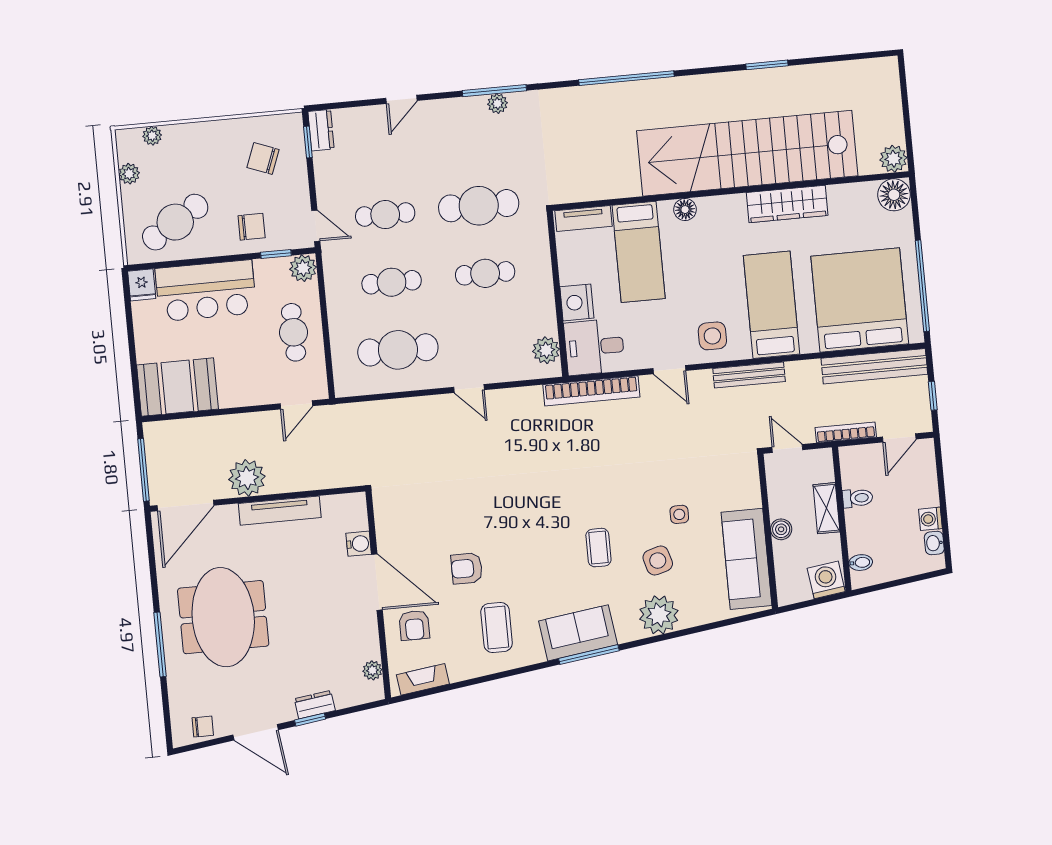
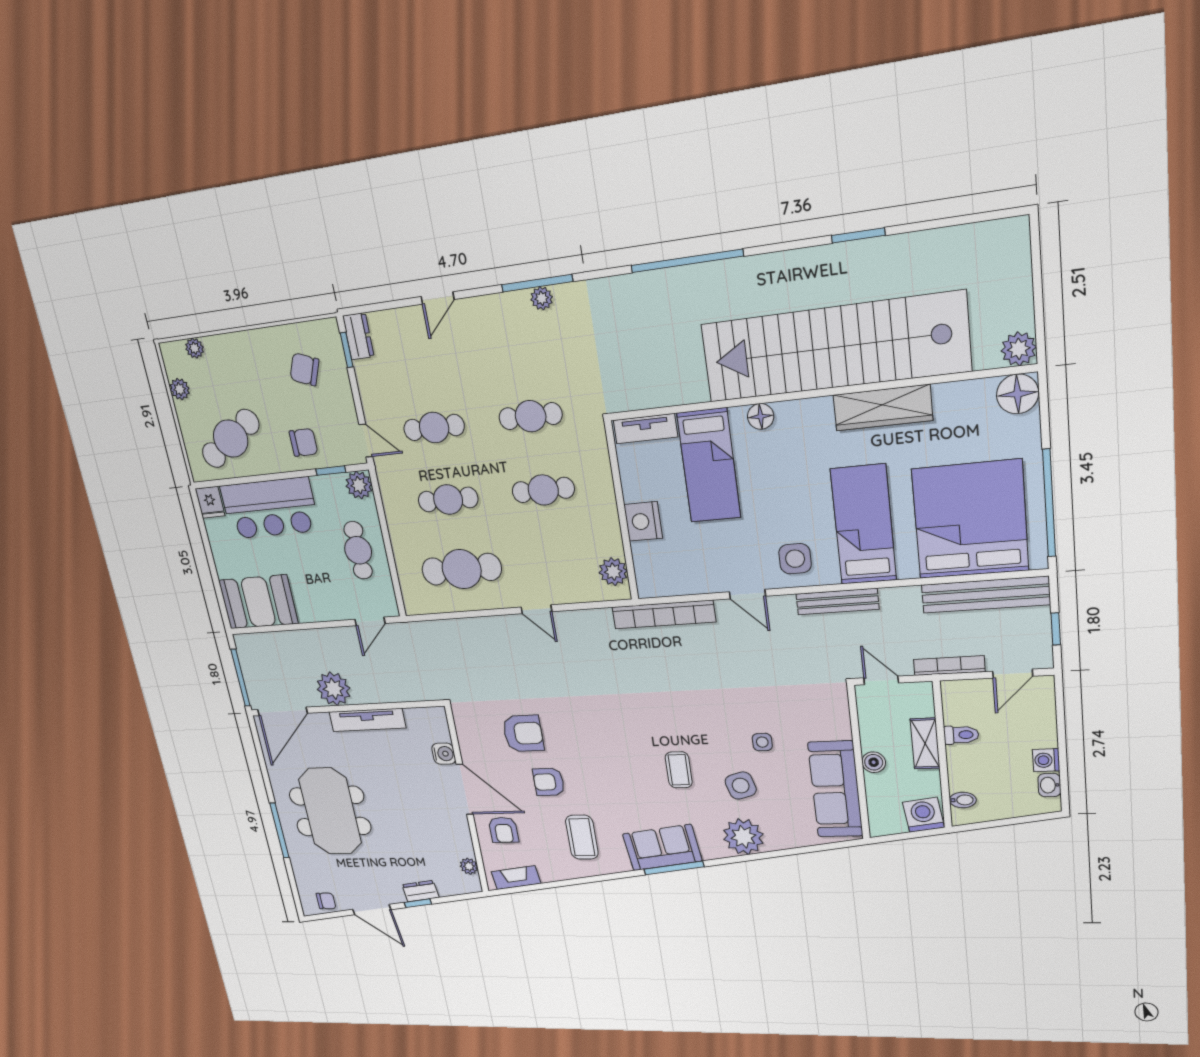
cafe table: (479, 206) -> (531, 416), width x0.73, depth x0.74
desk: (594, 347) -> (665, 569), removed
armchair: (445, 517) -> (523, 733), added

